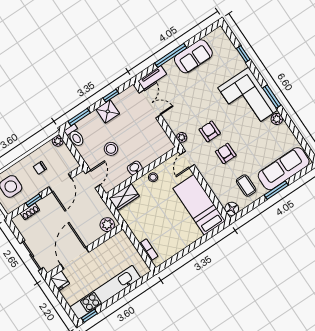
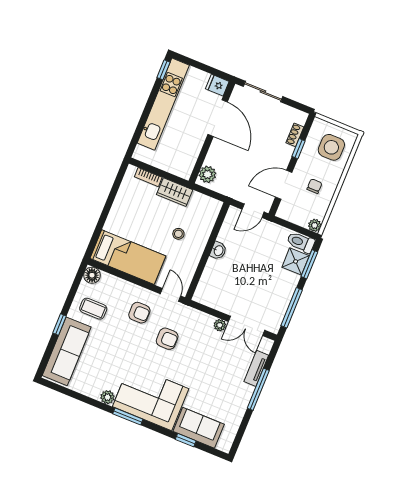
sofa: (193, 56) -> (199, 428), moved, turned 90
tv unit: (152, 78) -> (256, 368), moved
window: (111, 96) -> (292, 308), width x2.17
shower: (108, 111) -> (296, 261), moved
plant: (182, 137) -> (220, 325), moved
stool: (111, 149) -> (255, 254), removed
armchair: (226, 153) -> (139, 313), moved
stool: (153, 177) -> (178, 234), moved
door: (93, 179) -> (253, 211), hinge flipped
door: (60, 183) -> (284, 185), hinge flipped
window: (276, 190) -> (59, 325), width x0.67
wardrobe: (124, 197) -> (175, 192), moved, turned -90

